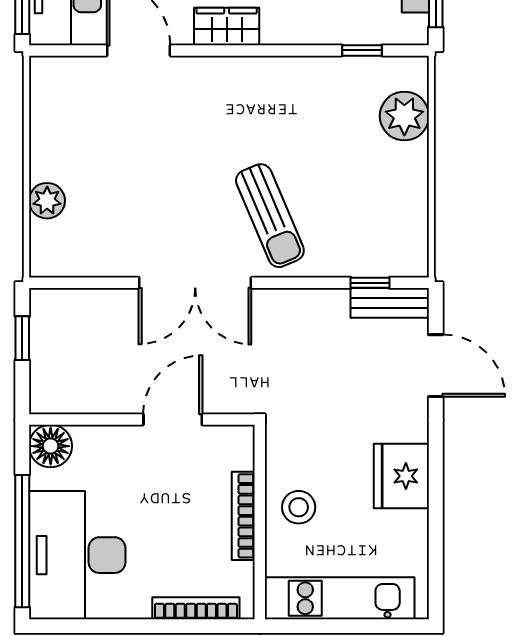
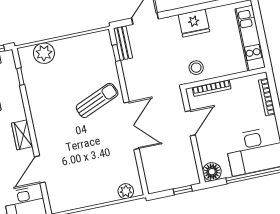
plant: (47, 201) -> (126, 191), moved
window: (22, 338) -> (183, 190), moved
door: (173, 419) -> (190, 123), swing flipped
stool: (299, 507) -> (196, 68), moved
bookcase: (243, 516) -> (212, 88), moved

